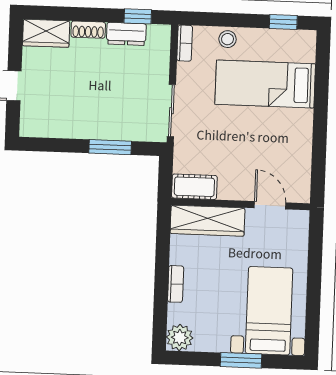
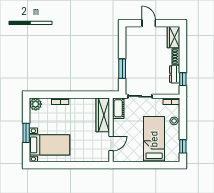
cot: (194, 187) -> (118, 108), moved
wall: (241, 204) -> (111, 130), moved
door: (270, 205) -> (111, 143), moved
wardrobe: (208, 221) -> (103, 115), moved

